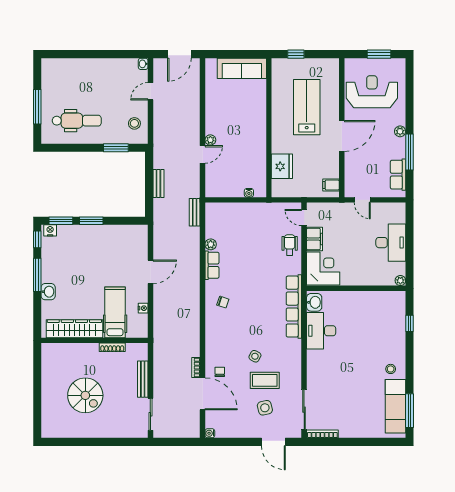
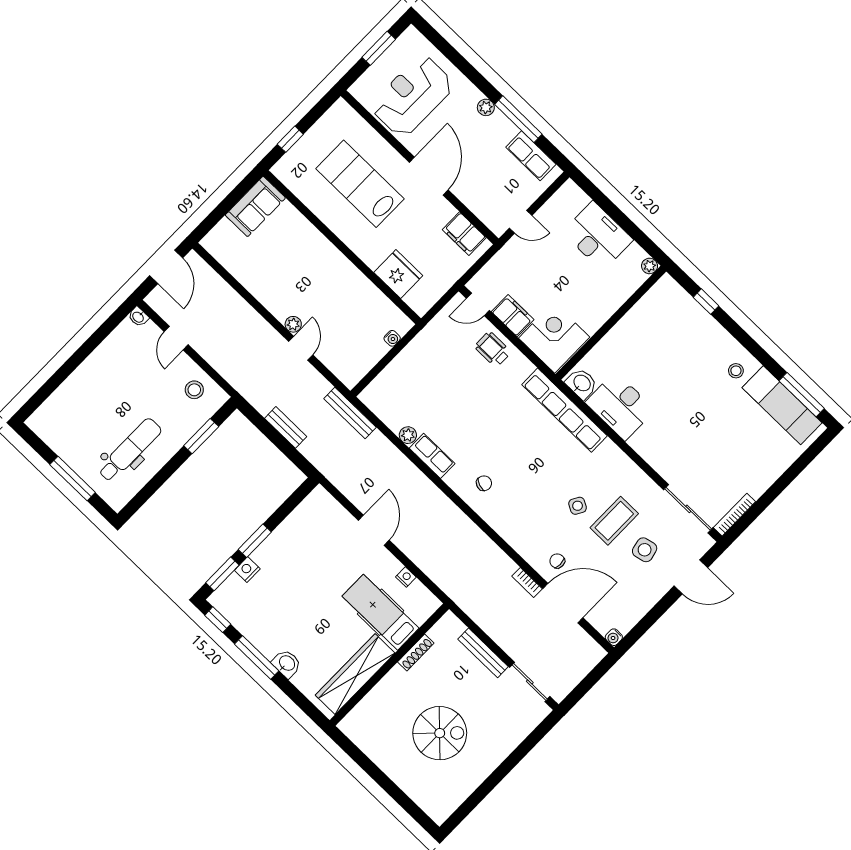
sofa: (242, 68) -> (255, 206), width x0.73
filing cabinet: (331, 185) -> (464, 234), width x2.00
bench: (195, 212) -> (350, 413), width x1.36
nightstand: (50, 230) -> (247, 570), moved

